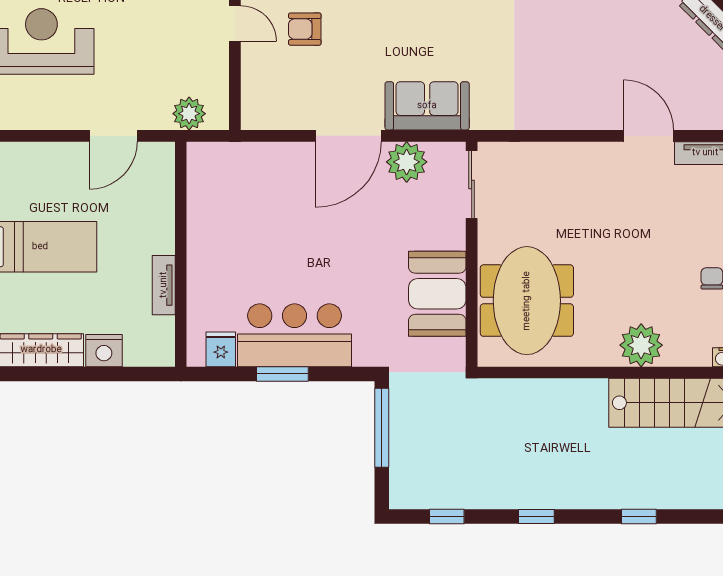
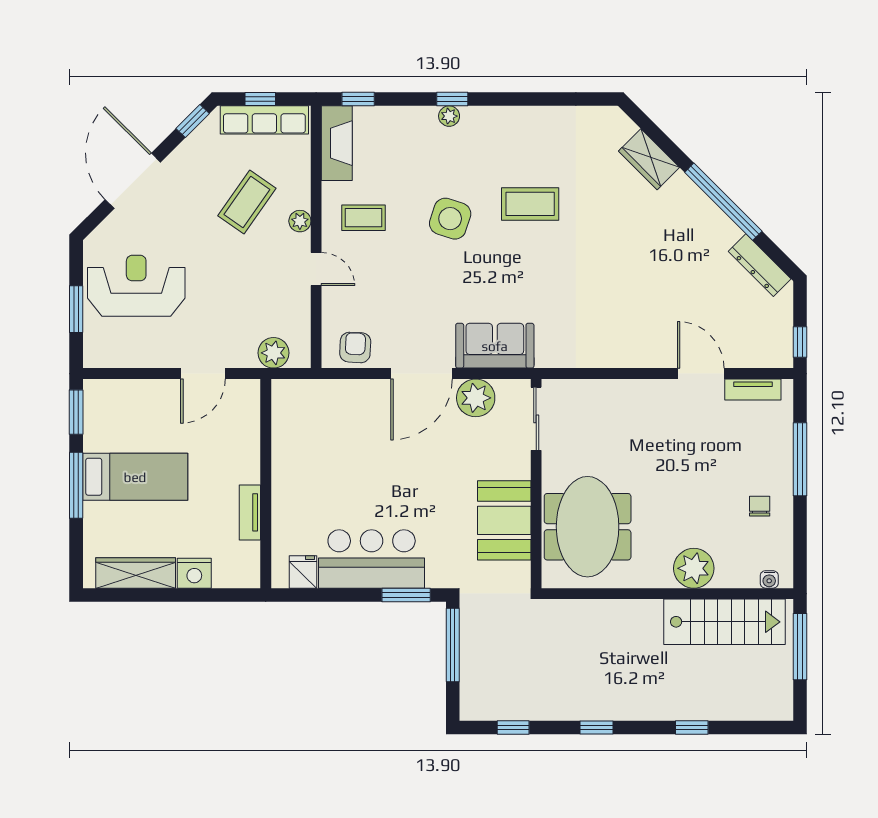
armchair: (305, 29) -> (355, 347), moved, turned 93
window: (282, 374) -> (406, 595), moved

